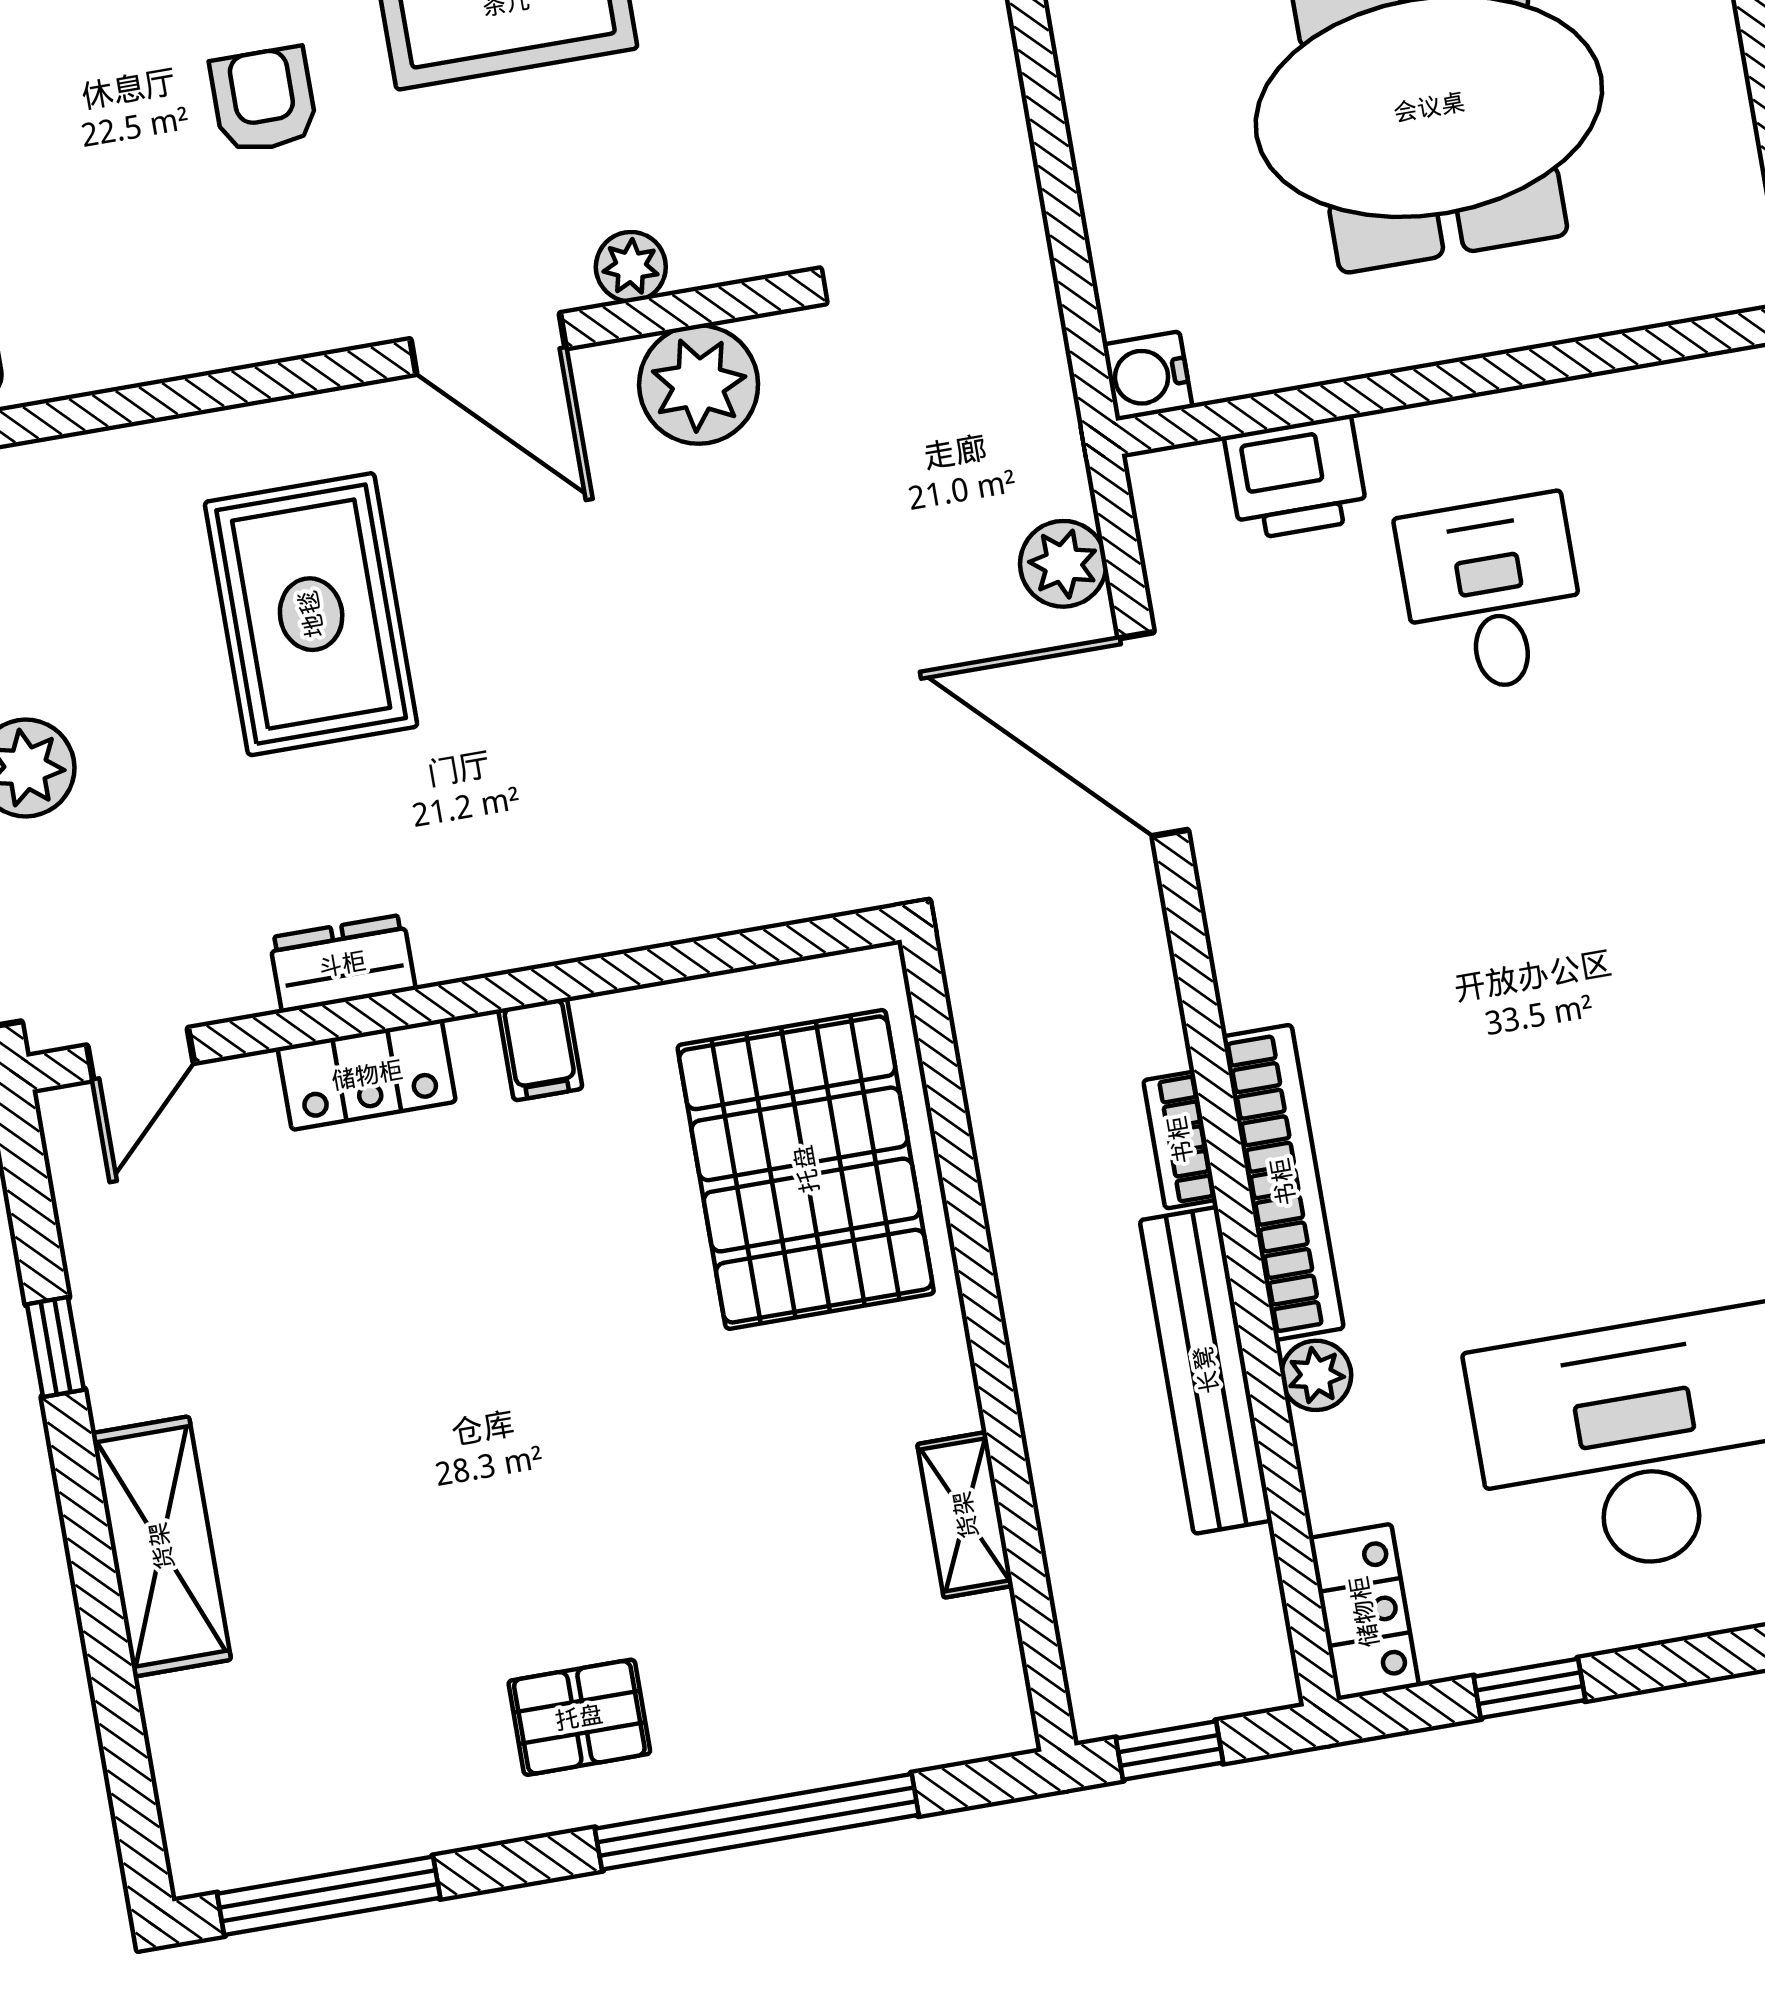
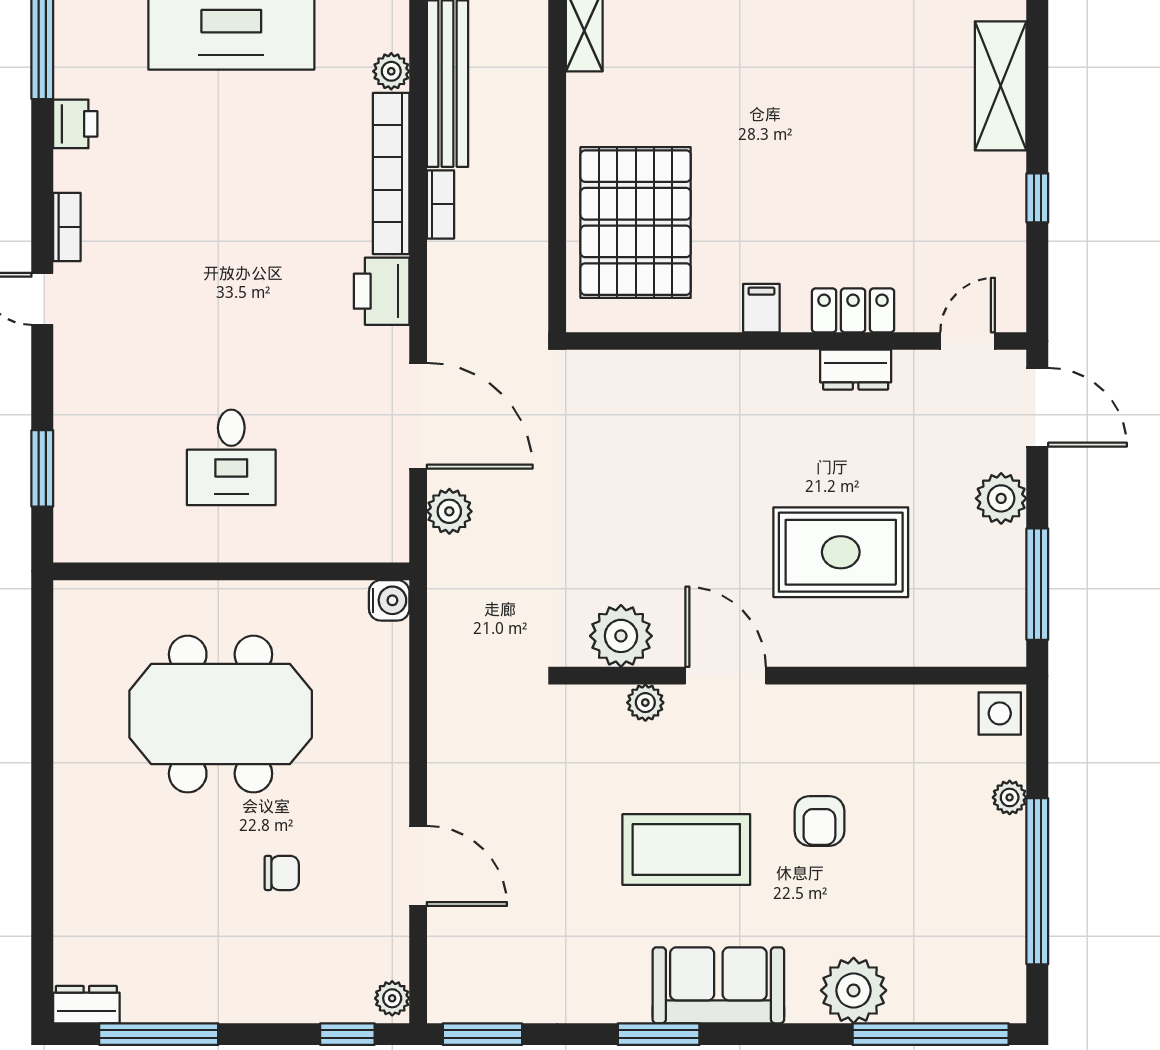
printer: (1296, 478) -> (382, 291), moved, turned -90
rug: (311, 614) -> (841, 552), turned 90

